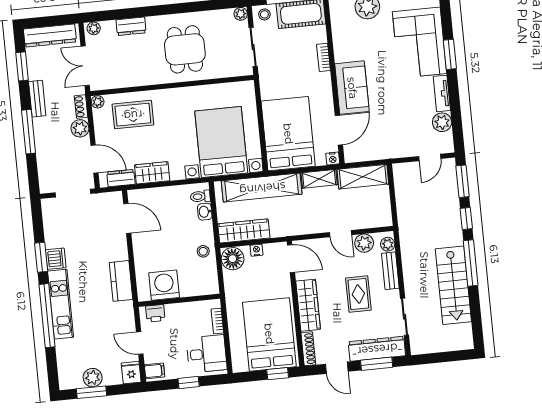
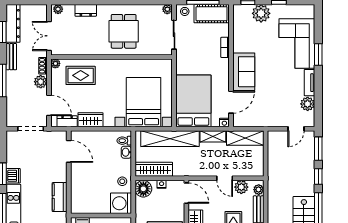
dresser: (50, 35) -> (13, 23), moved, turned -90
washing machine: (164, 285) -> (121, 203), moved, turned -90

